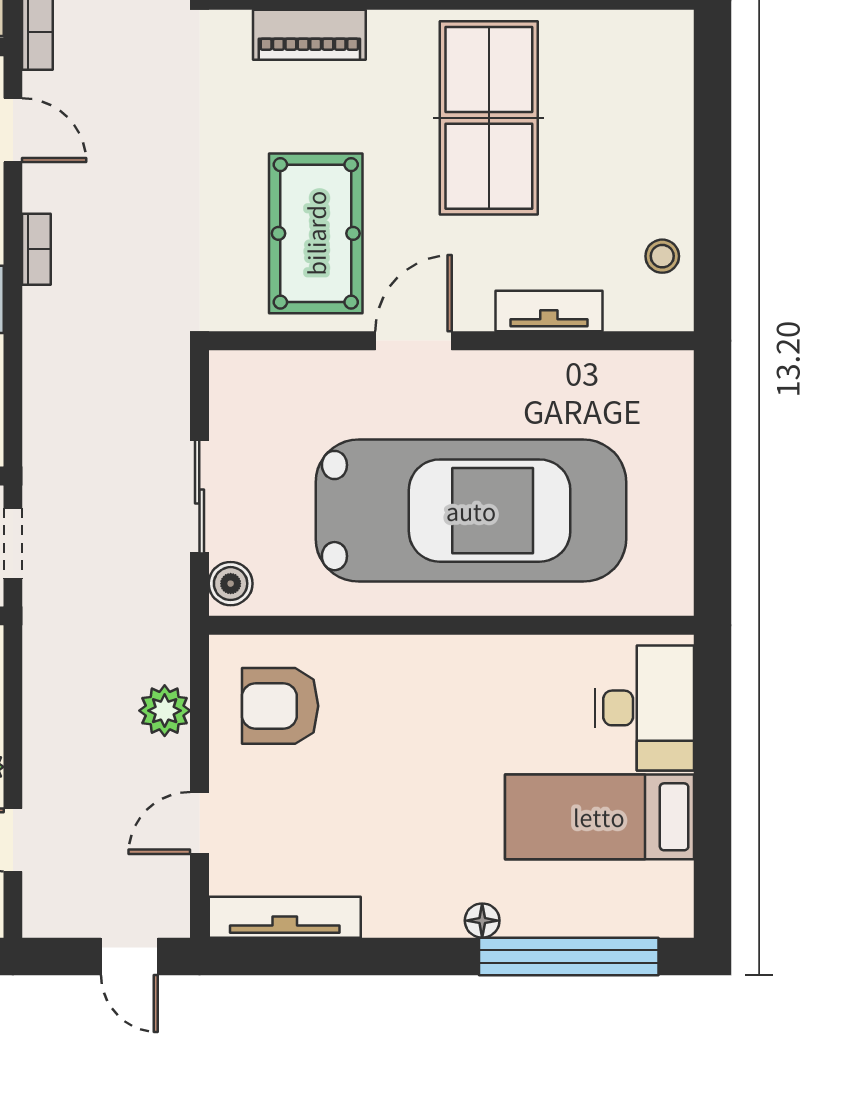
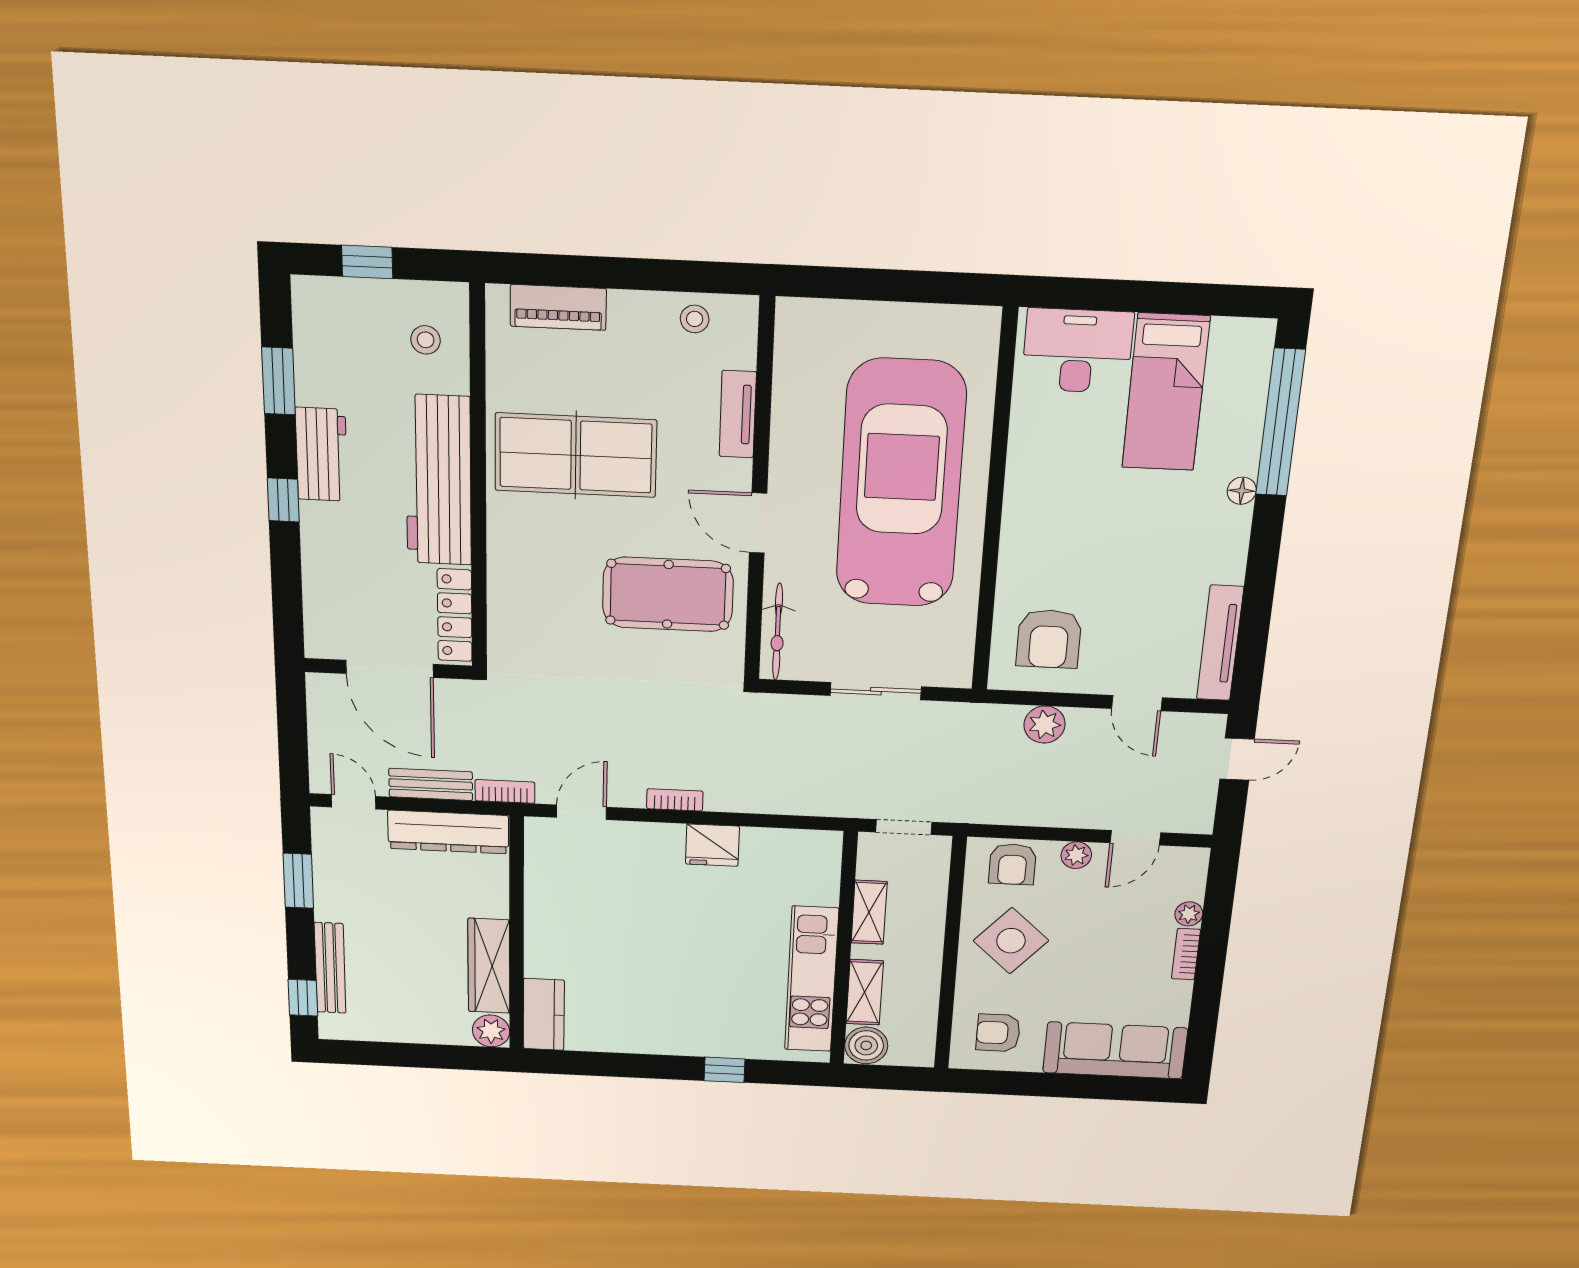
piano: (309, 35) -> (558, 307), moved, turned 90
bicycle: (273, 370) -> (778, 632), added
boiler: (231, 584) -> (947, 671), removed

